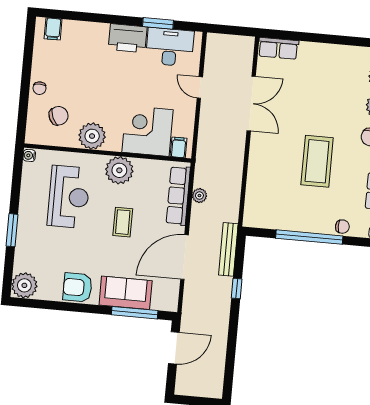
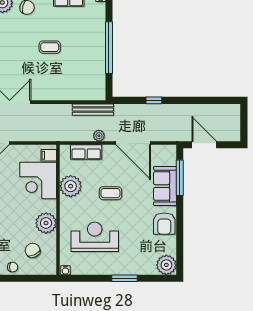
coffee table: (317, 161) -> (50, 47), width x0.54, depth x0.58
plant: (119, 170) -> (71, 186), moved
row of seats: (178, 196) -> (86, 152), width x0.68
plant: (199, 196) -> (99, 136), moved
chair: (342, 227) -> (98, 23), removed
bench: (228, 249) -> (93, 110), moved

